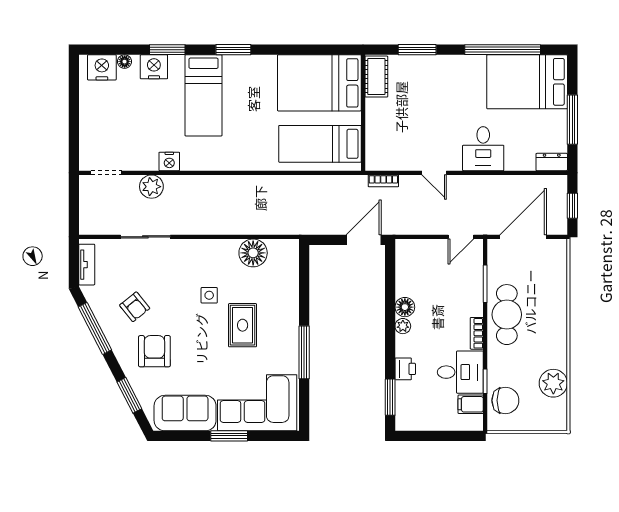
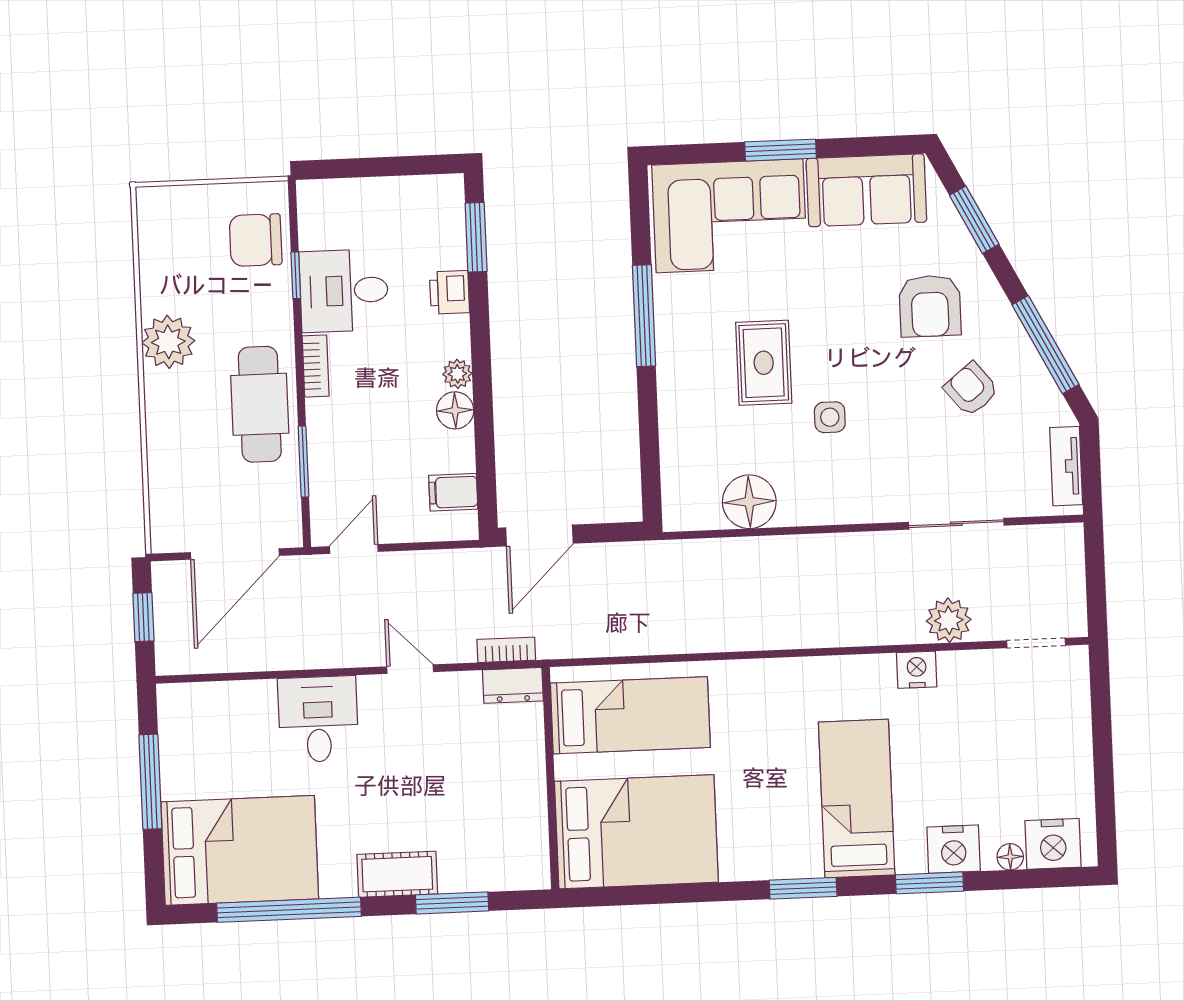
cot: (376, 77) -> (397, 874), moved, turned 90
dresser: (552, 162) -> (513, 685), moved
plant: (553, 383) -> (168, 342), moved
filing cabinet: (471, 404) -> (453, 492), moved, turned 180

